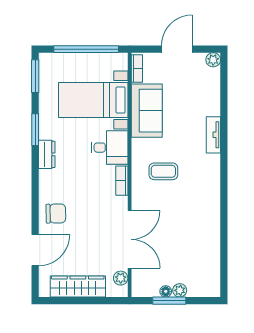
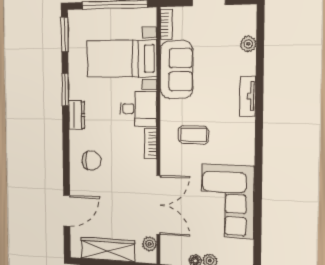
plant: (213, 60) -> (248, 44), moved
chair: (56, 213) -> (91, 161), moved
corner sofa: (196, 232) -> (228, 201), added

